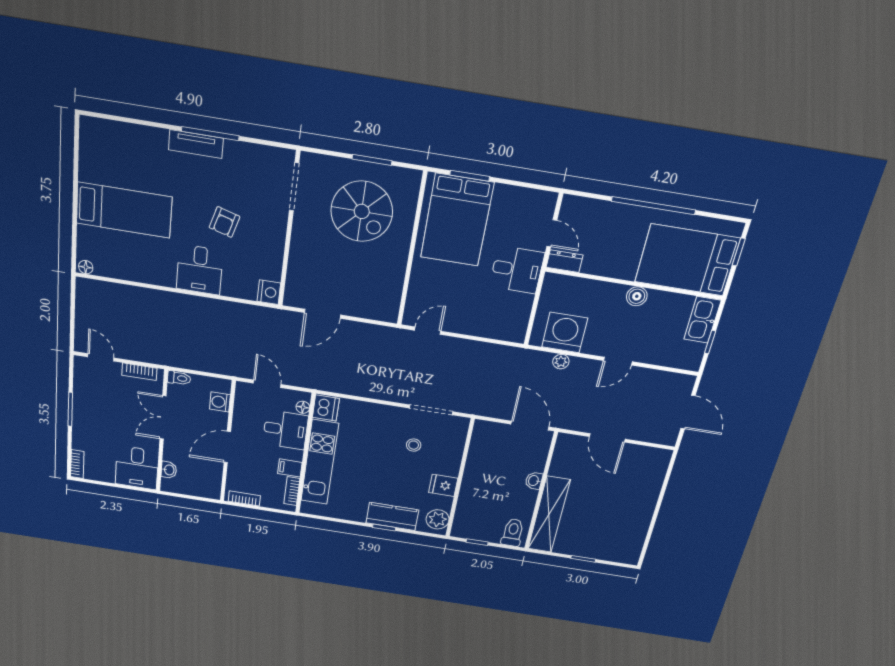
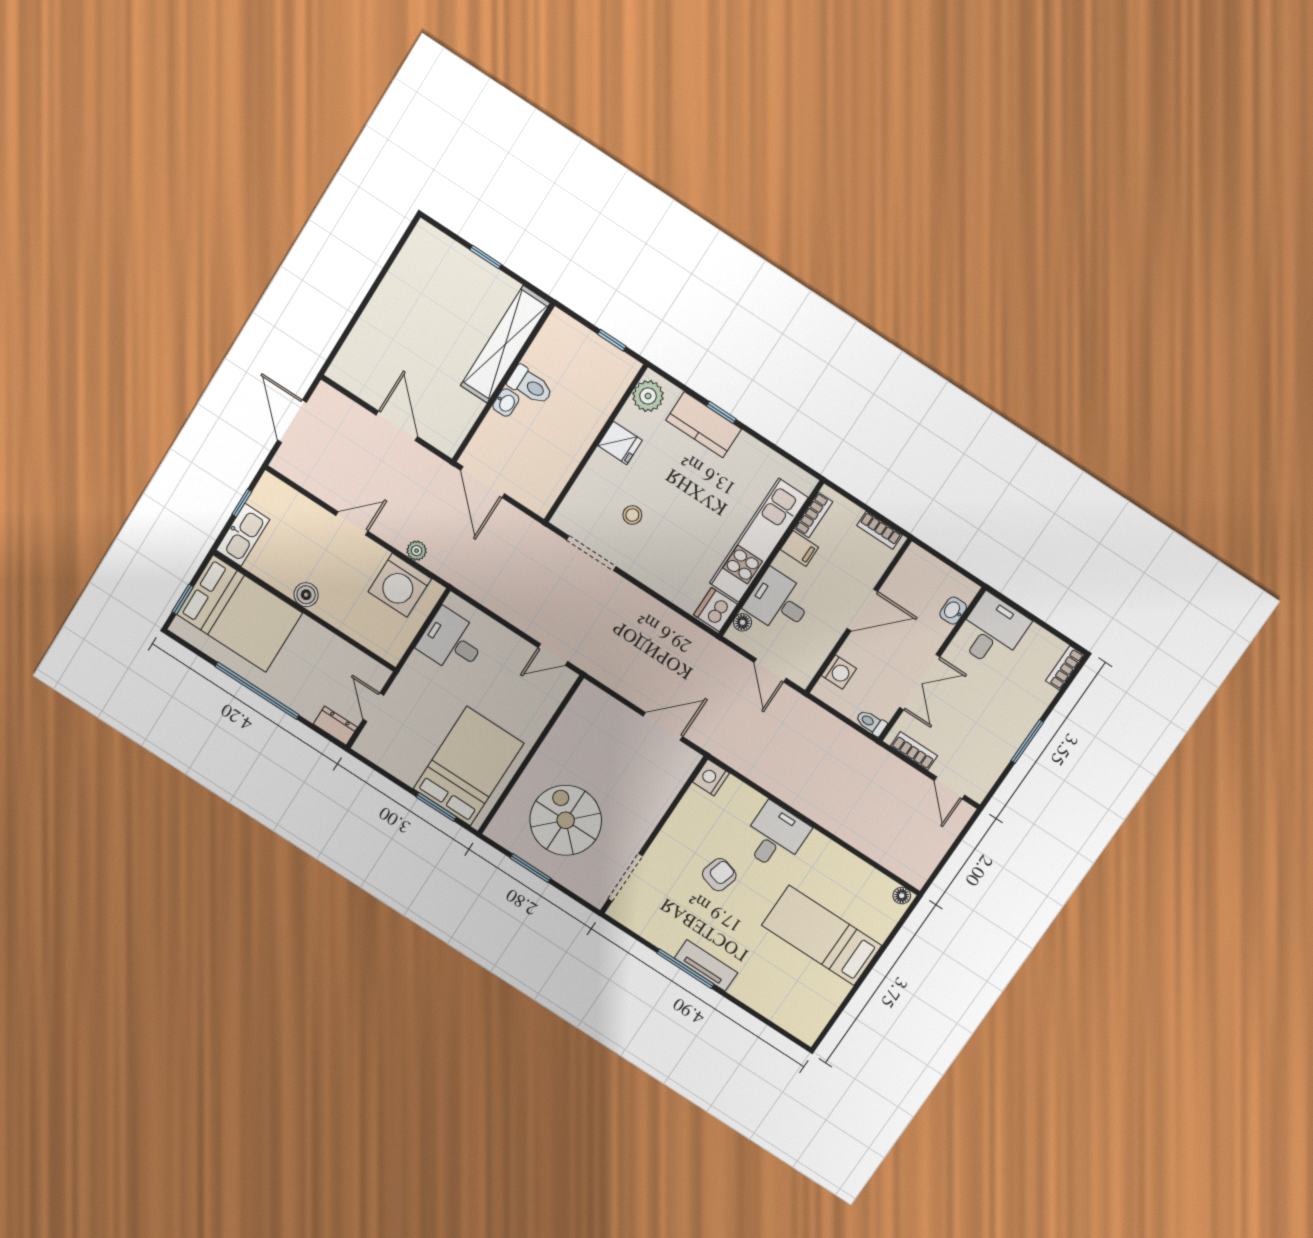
dresser: (565, 261) -> (335, 726), moved, turned 180
desk: (517, 270) -> (452, 642), moved
toilet: (513, 533) -> (530, 385), moved, turned -90

